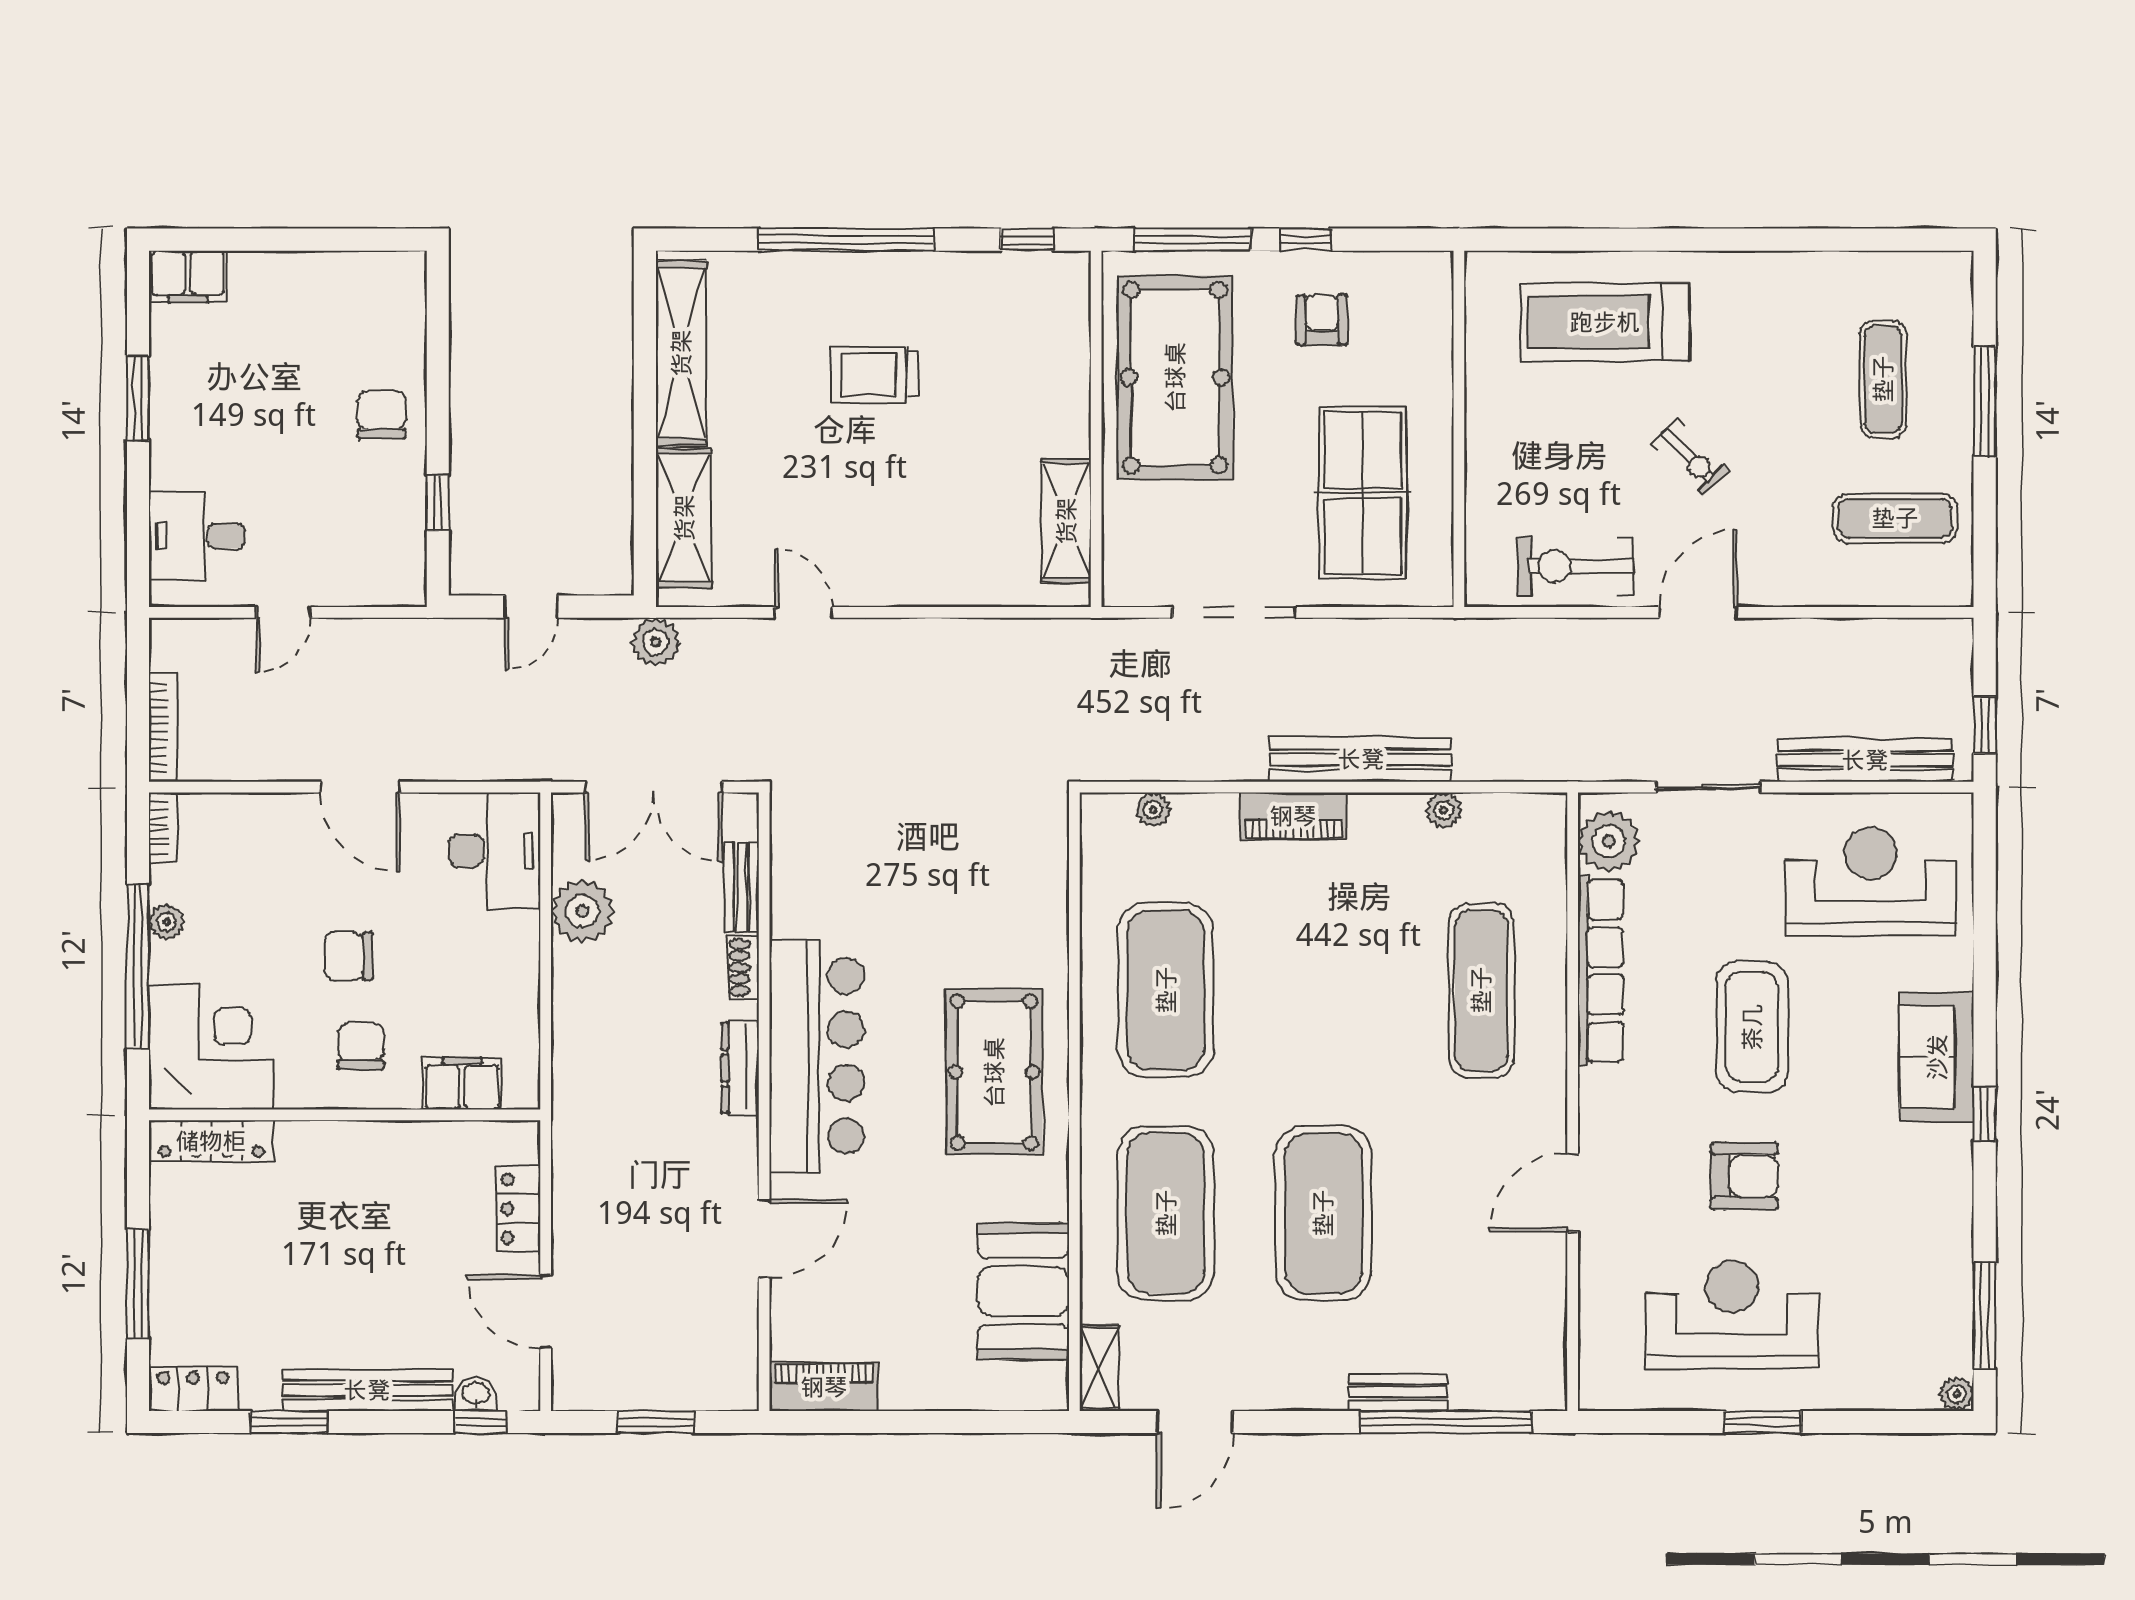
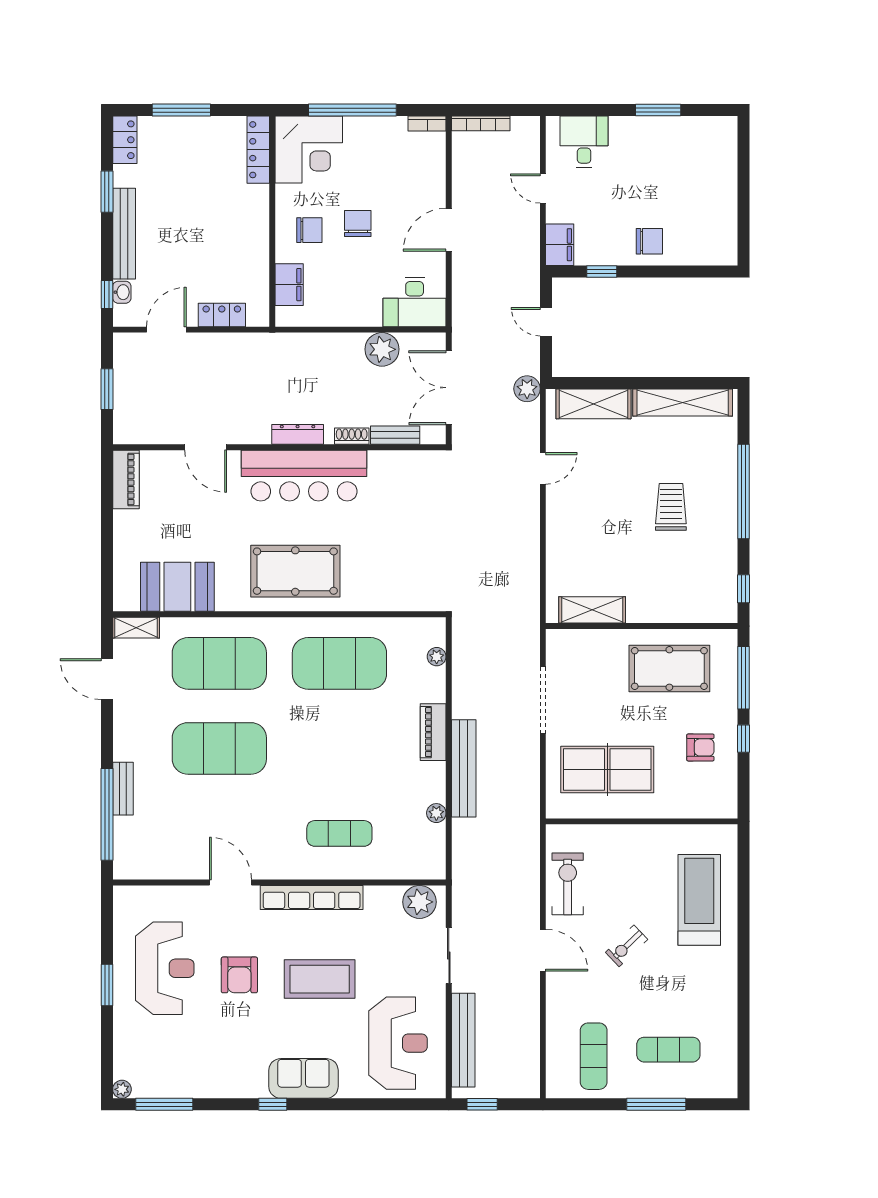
filing cabinet: (188, 276) -> (560, 245), moved, turned 180
pool table: (1175, 377) -> (669, 668), width x0.73, depth x0.76
plant: (167, 922) -> (376, 126), removed
row of seats: (1600, 971) -> (312, 897), moved
exercise mat: (1481, 990) -> (339, 833), width x0.73, depth x0.69

